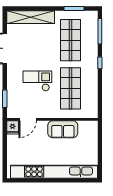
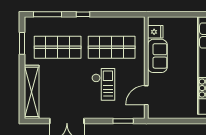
checkout: (37, 81) -> (103, 84), turned 180
door: (28, 119) -> (146, 95), swing flipped
fridge: (13, 127) -> (155, 32), moved

